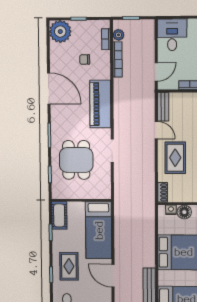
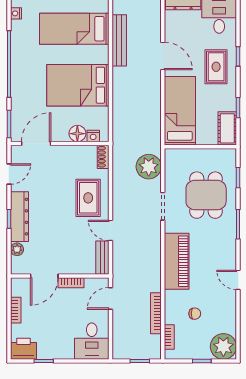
plant: (118, 35) -> (149, 167), moved, width x1.88, depth x1.88
door: (49, 88) -> (238, 280), width x0.53

